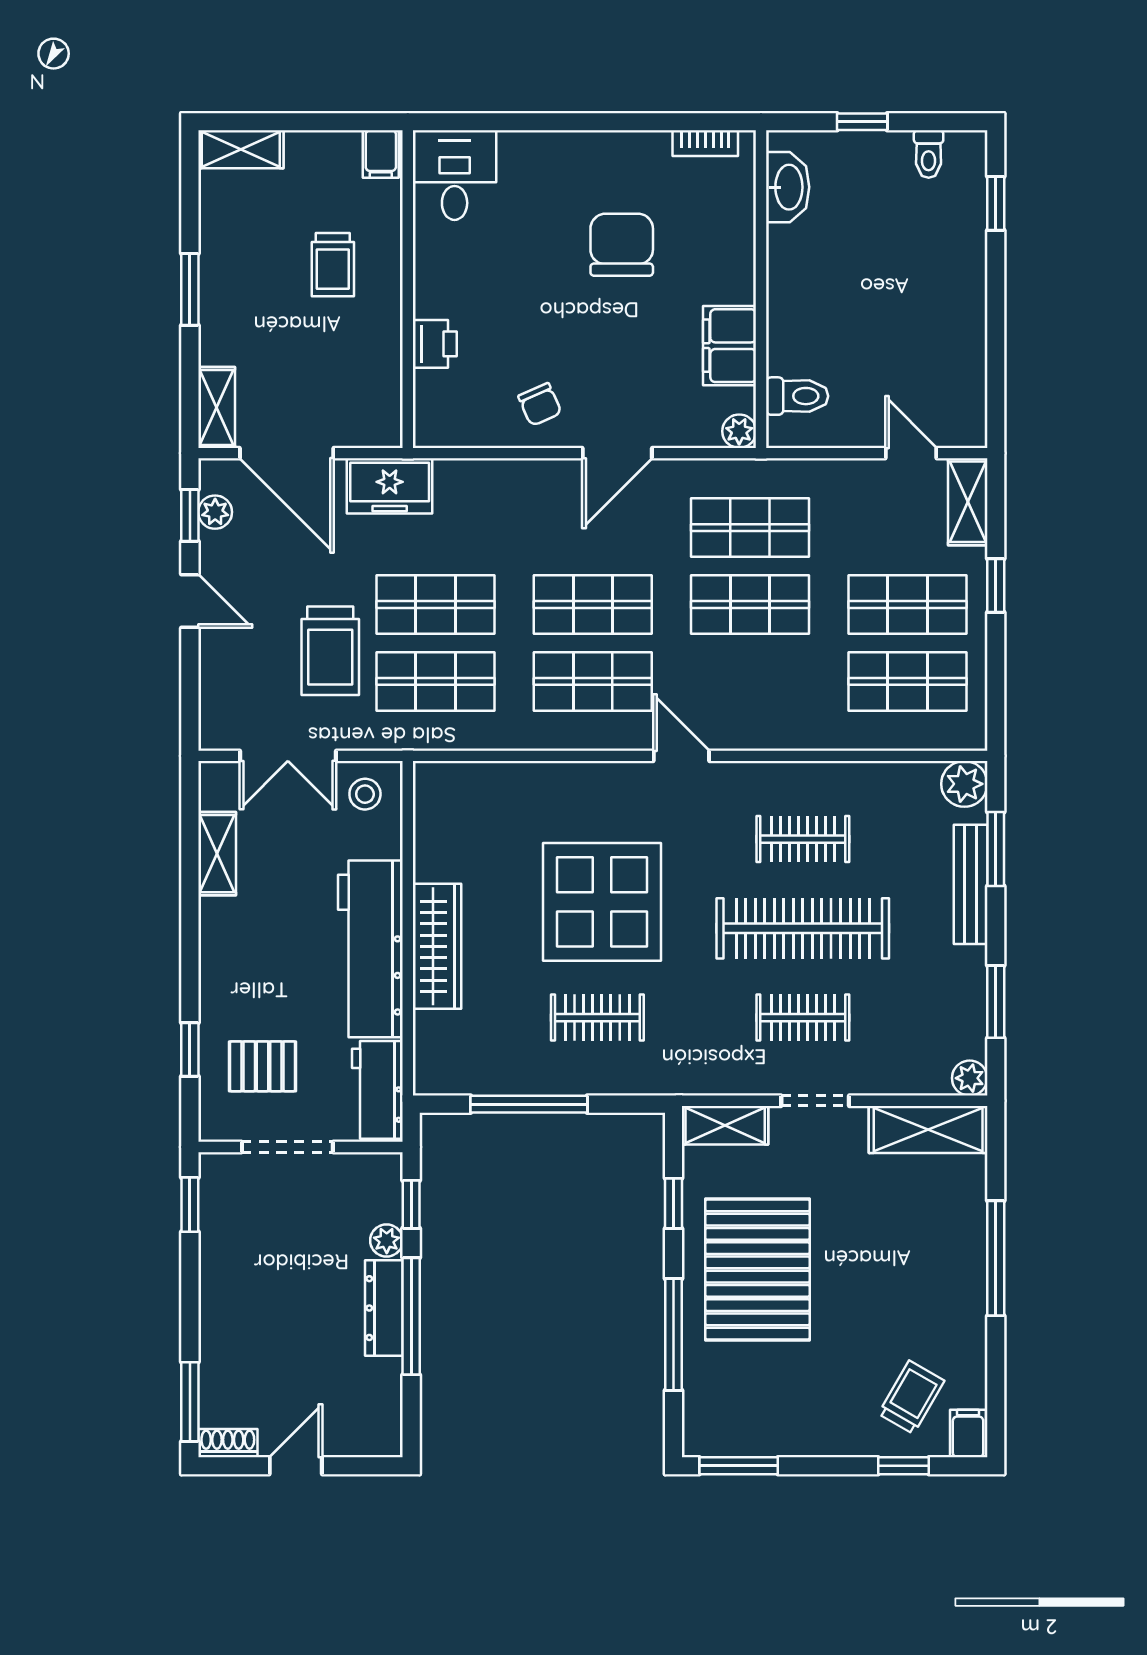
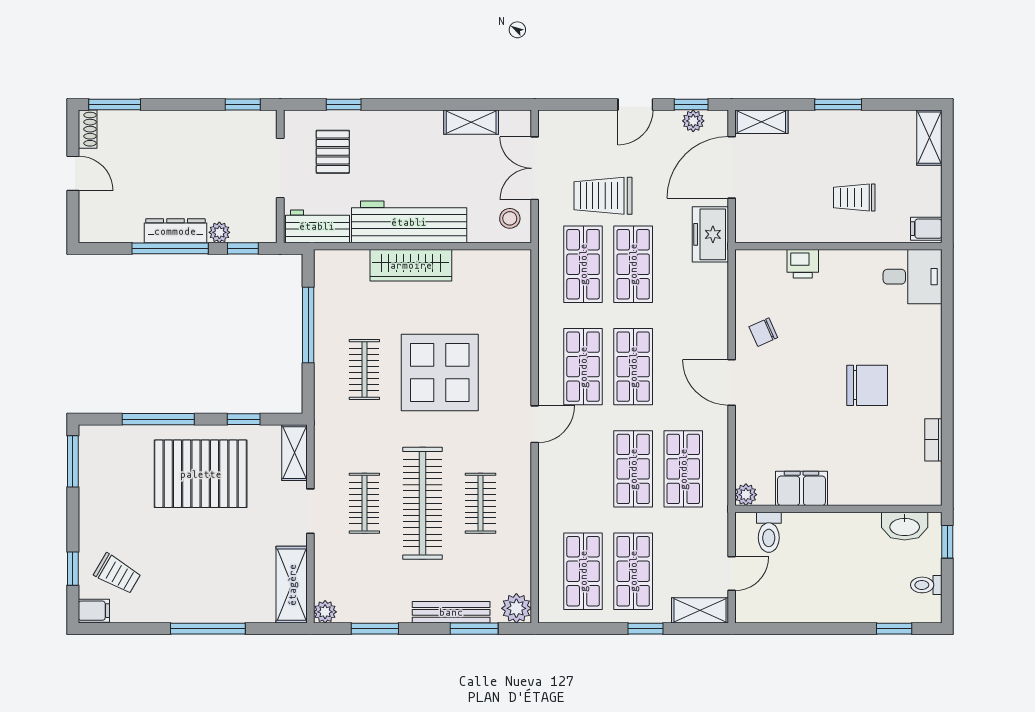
washbasin: (788, 187) -> (905, 526), moved
wall: (761, 289) -> (838, 509), moved
filing cabinet: (730, 346) -> (802, 488), moved
toilet: (797, 396) -> (769, 532), moved
plant: (739, 431) -> (746, 495), moved

